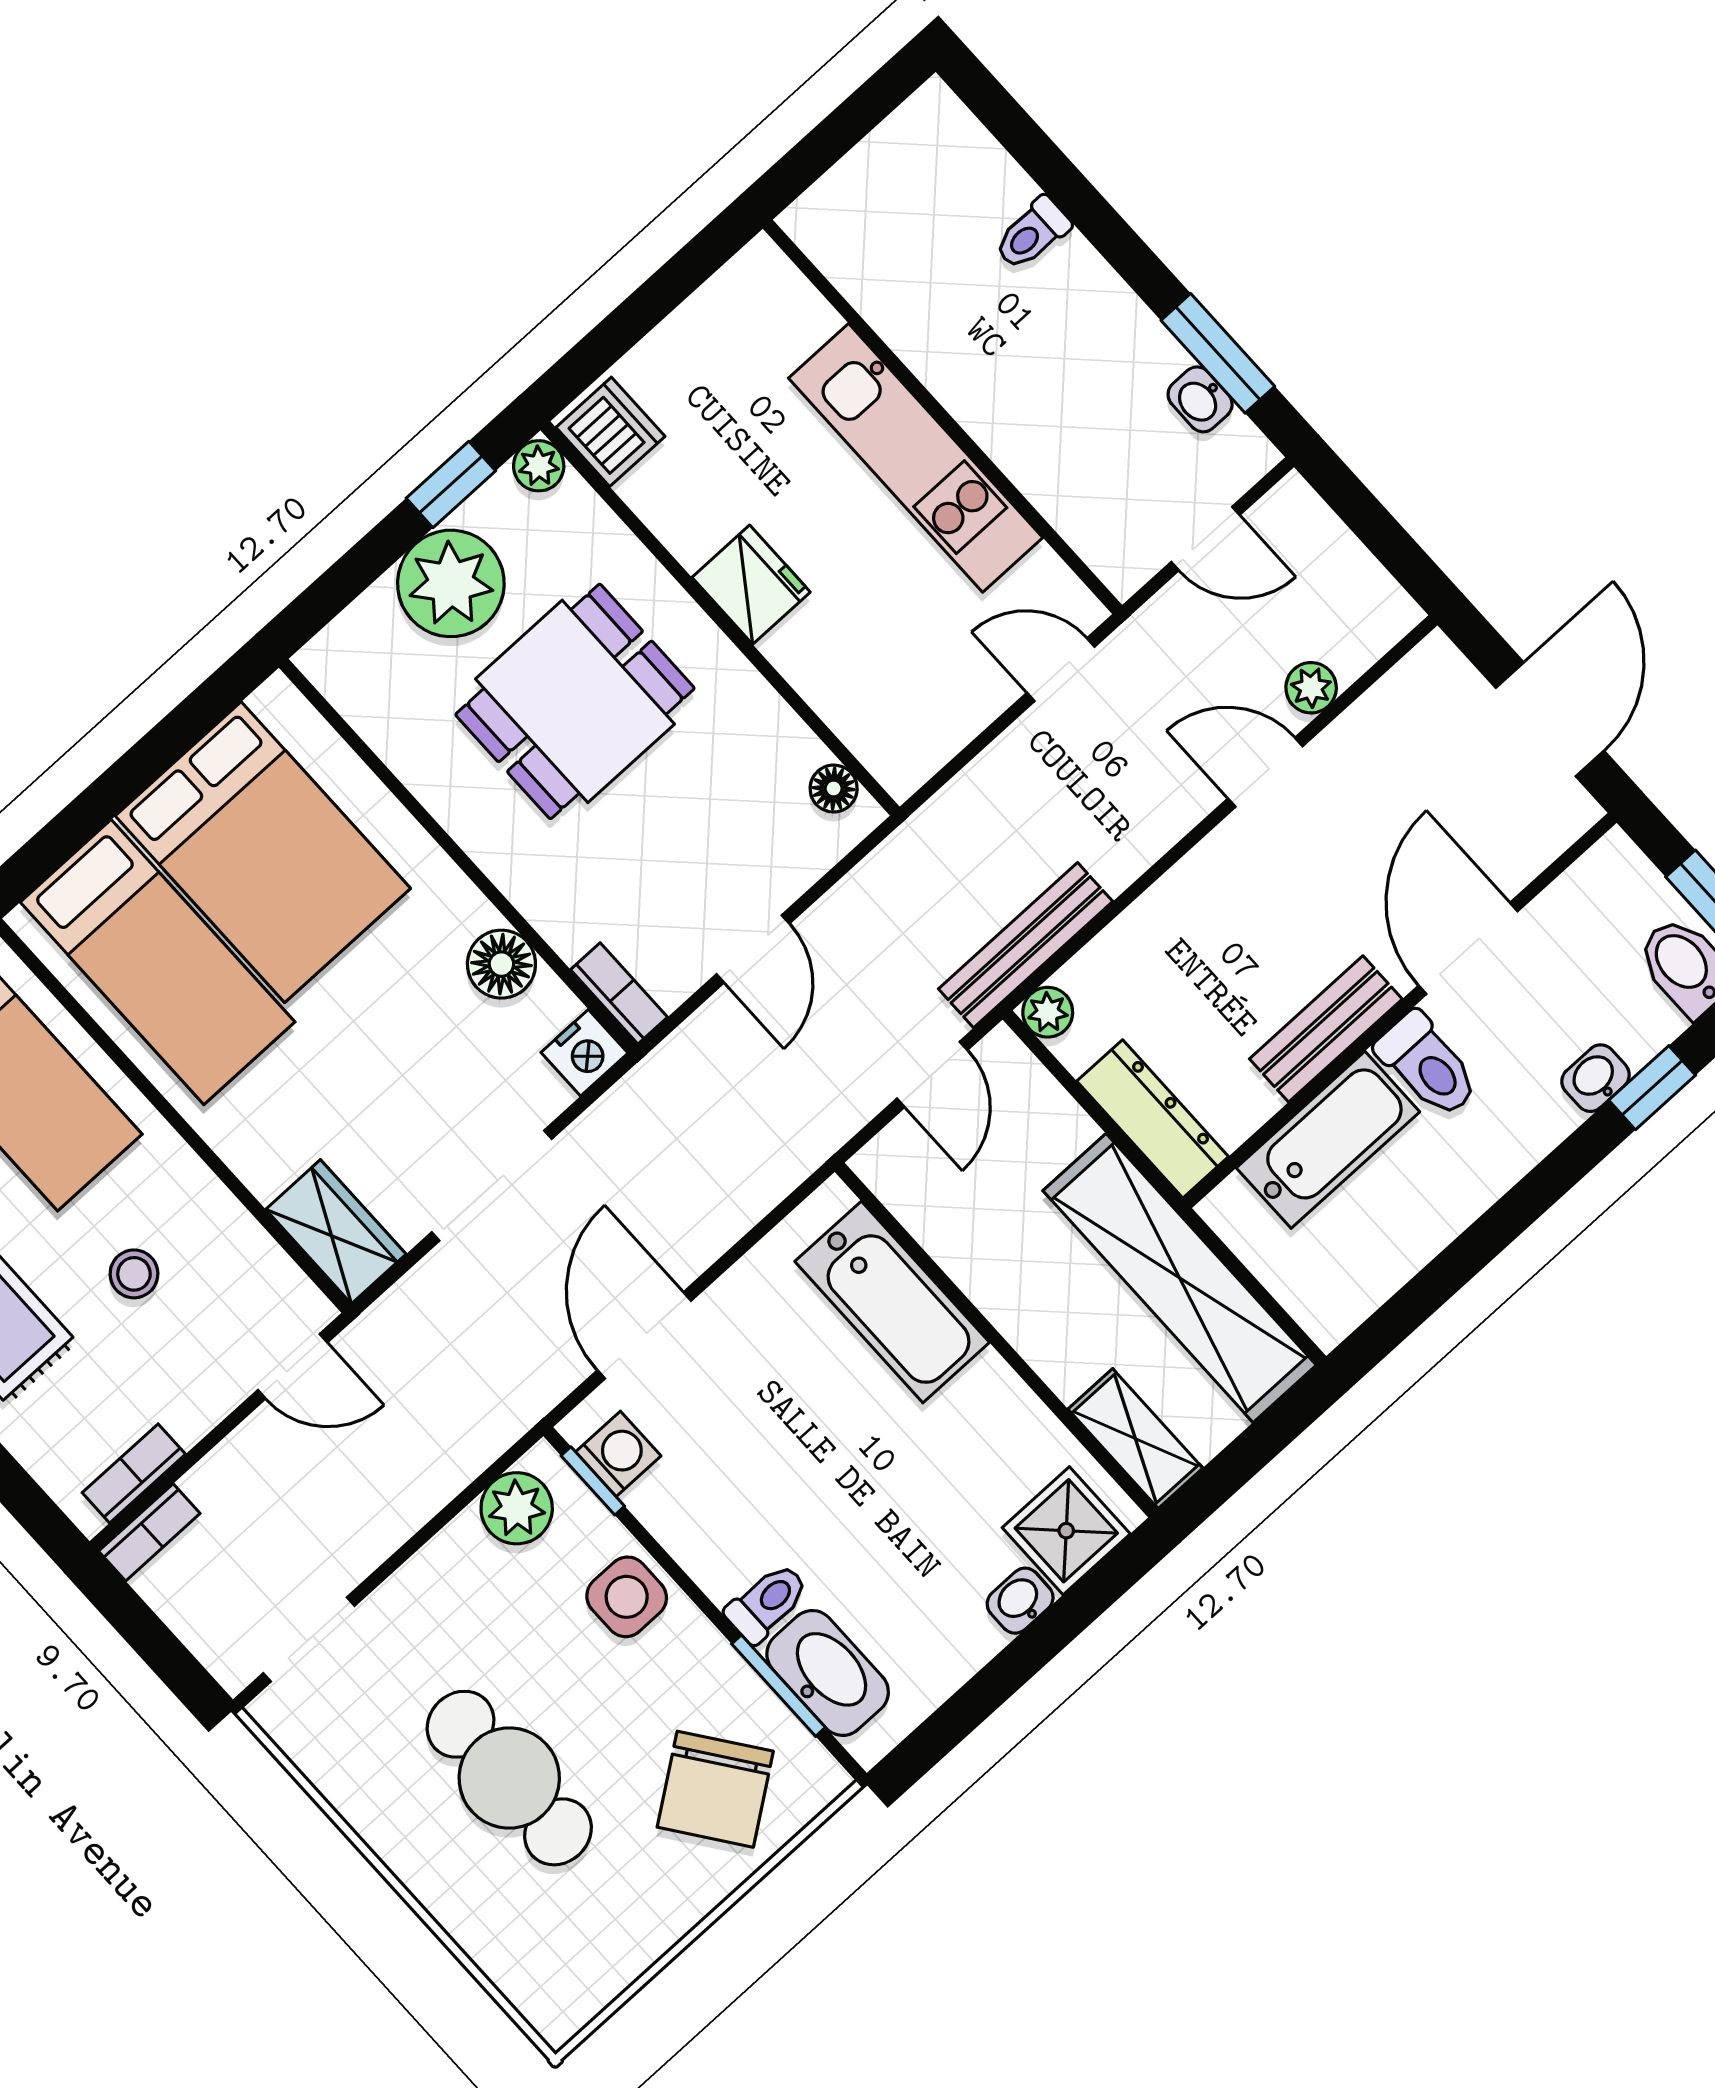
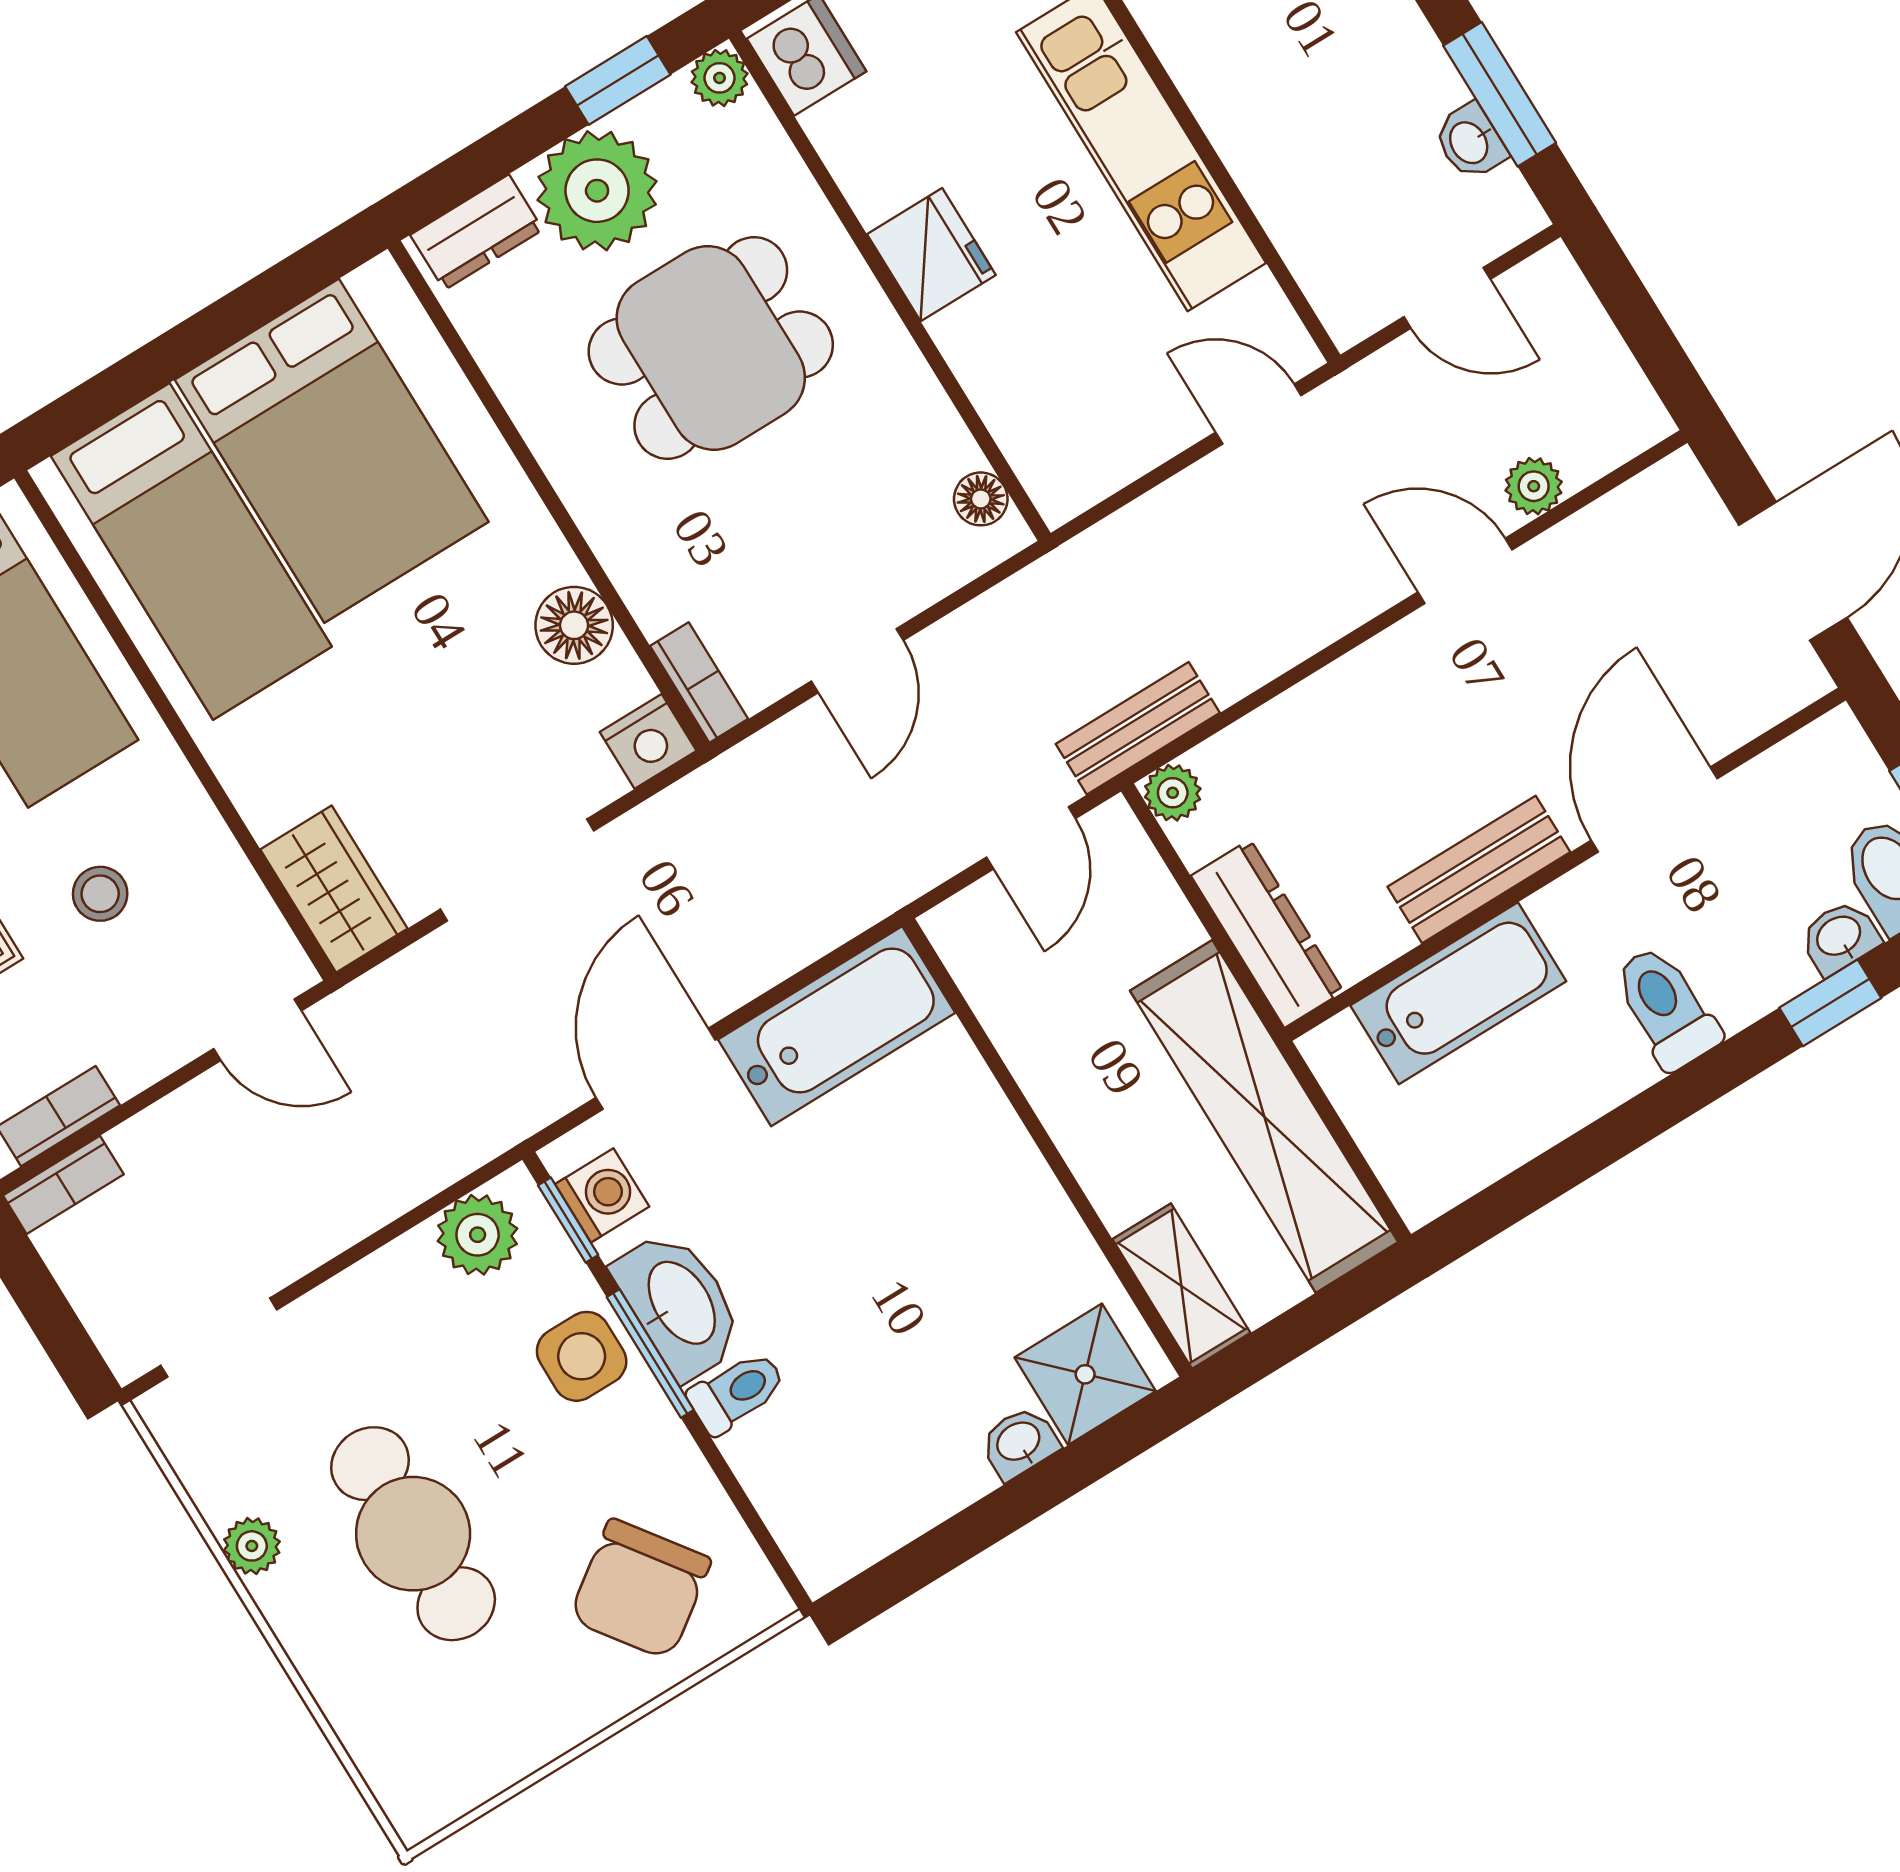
dresser: (353, 639) -> (477, 232), added
bench: (1026, 945) -> (1138, 728), width x0.73
toilet: (1428, 1065) -> (1666, 1007), moved, turned 180
washbasin: (1596, 1078) -> (1840, 937), moved
bathtub: (892, 1302) -> (837, 1026), moved, turned -90
washbasin: (828, 1673) -> (680, 1304), moved
window: (779, 1686) -> (650, 1354), moved
plant: (371, 1815) -> (252, 1546), added

